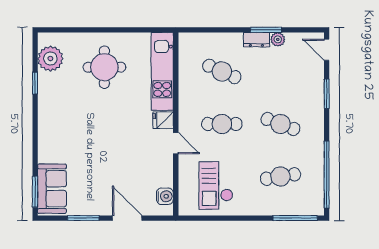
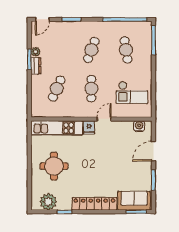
locker: (47, 129) -> (94, 204), added

